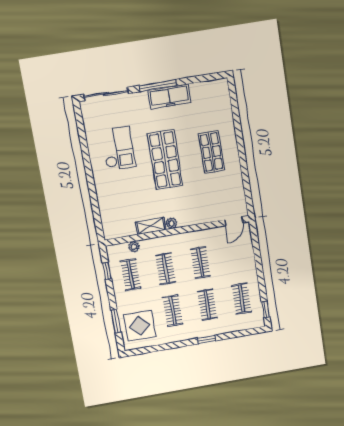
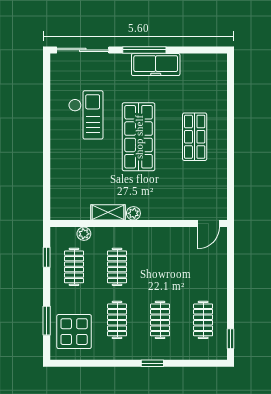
clothes rail: (200, 263) -> (160, 267), removed

